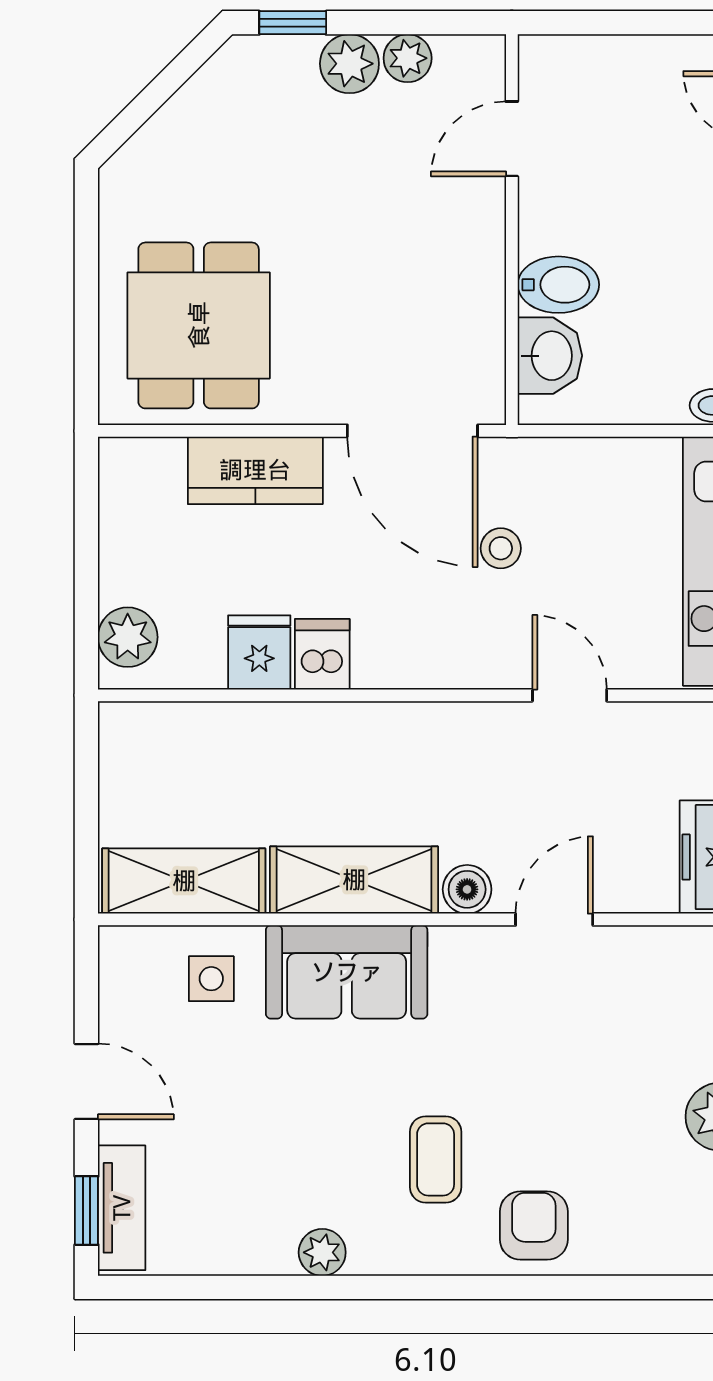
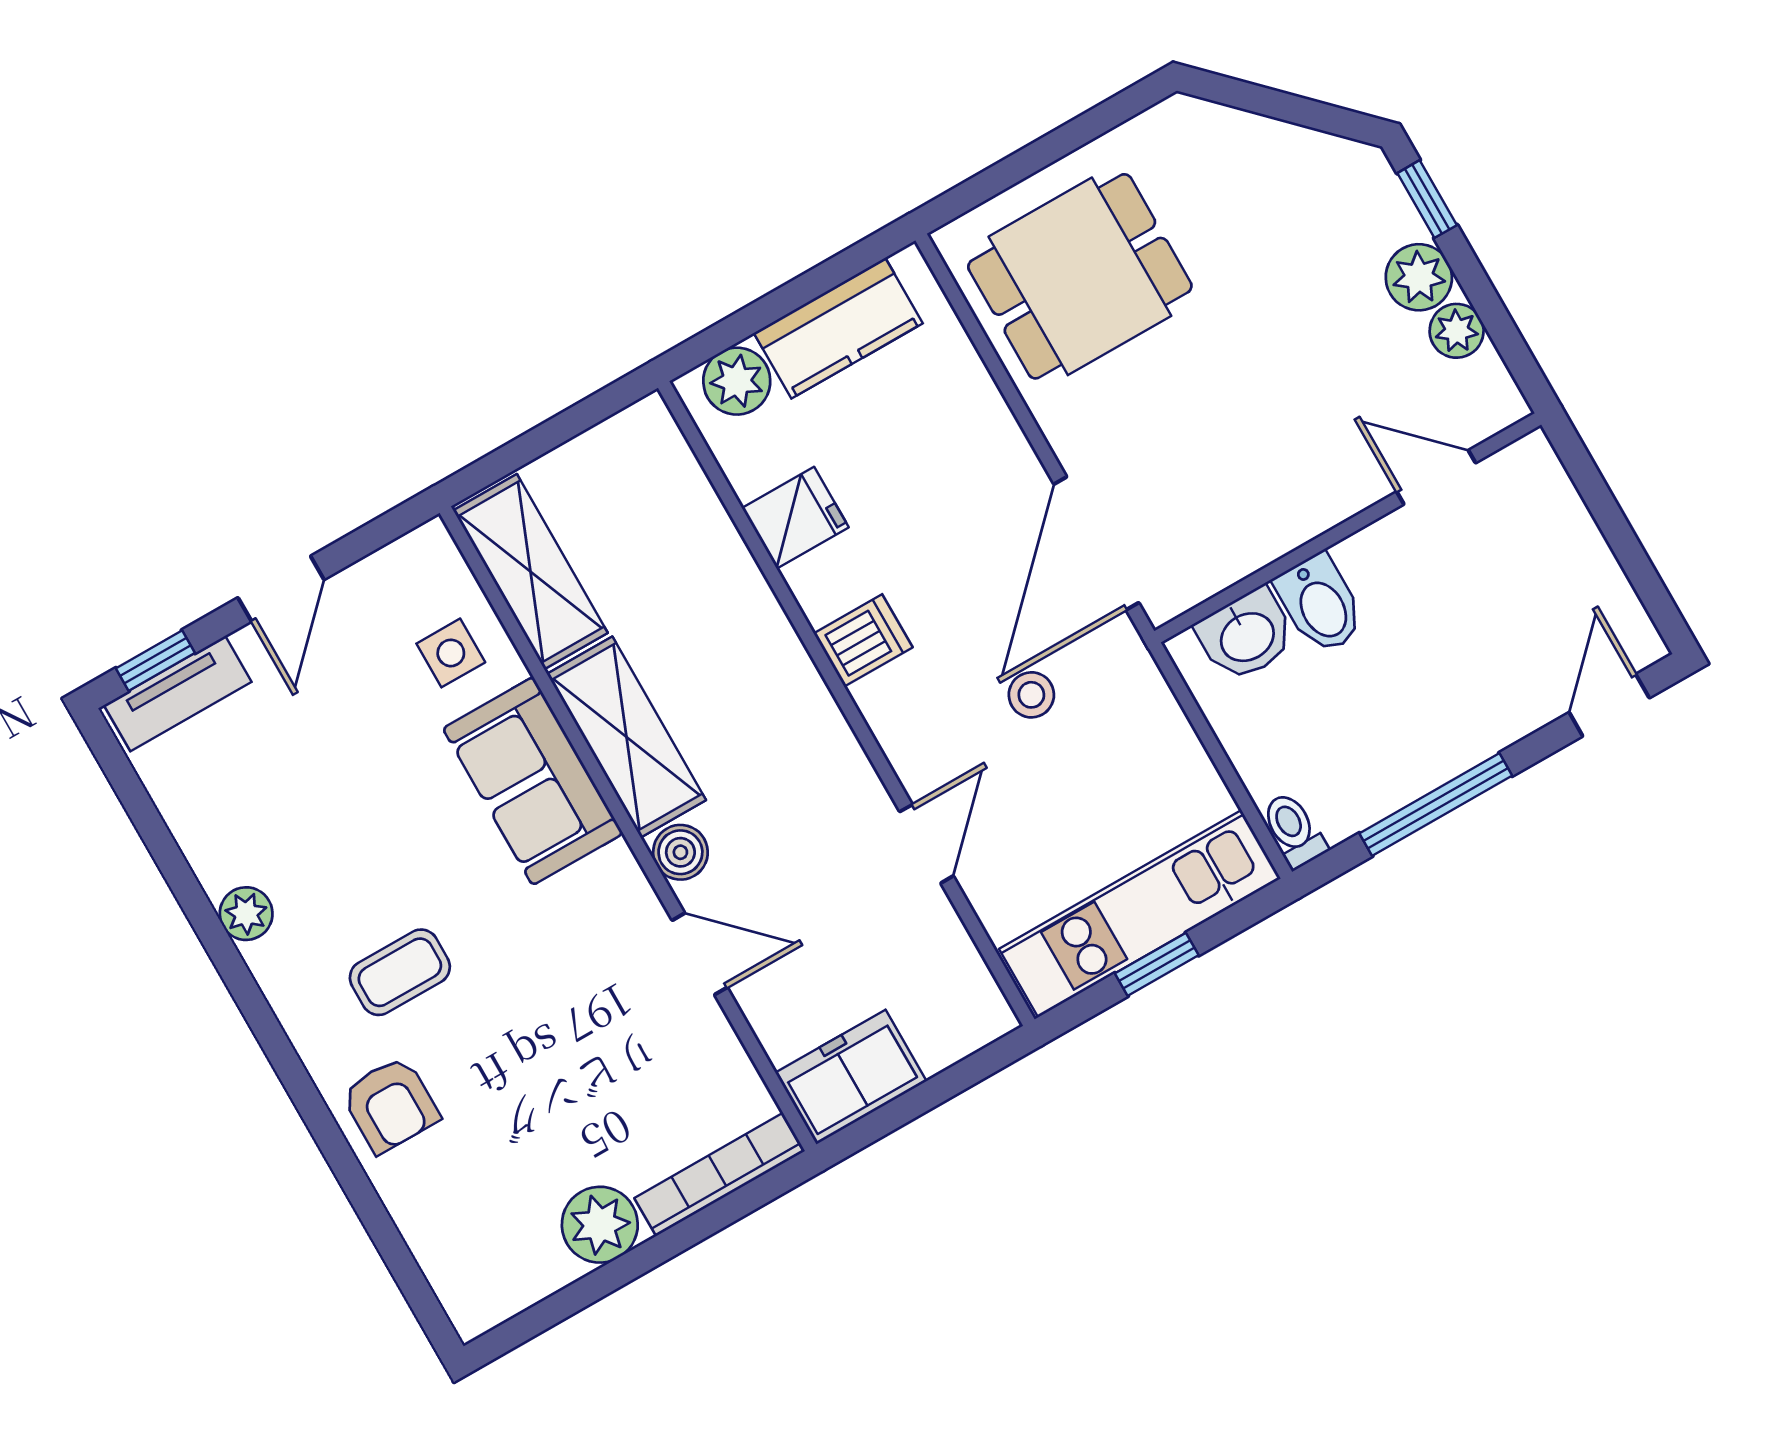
kitchen counter: (255, 470) -> (838, 328), moved, turned -90
dishwasher: (322, 654) -> (863, 640), moved
armchair: (534, 1225) -> (390, 1105), turned 90

